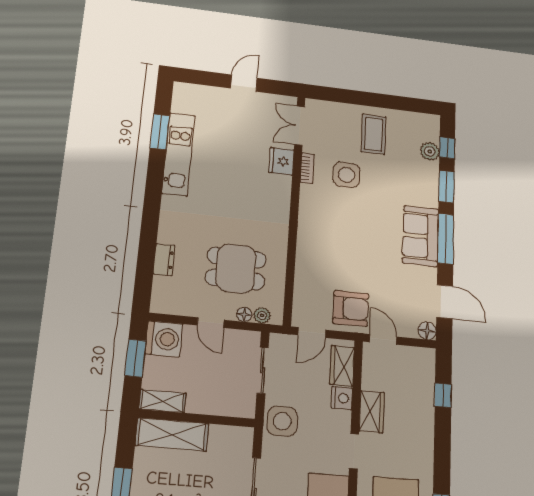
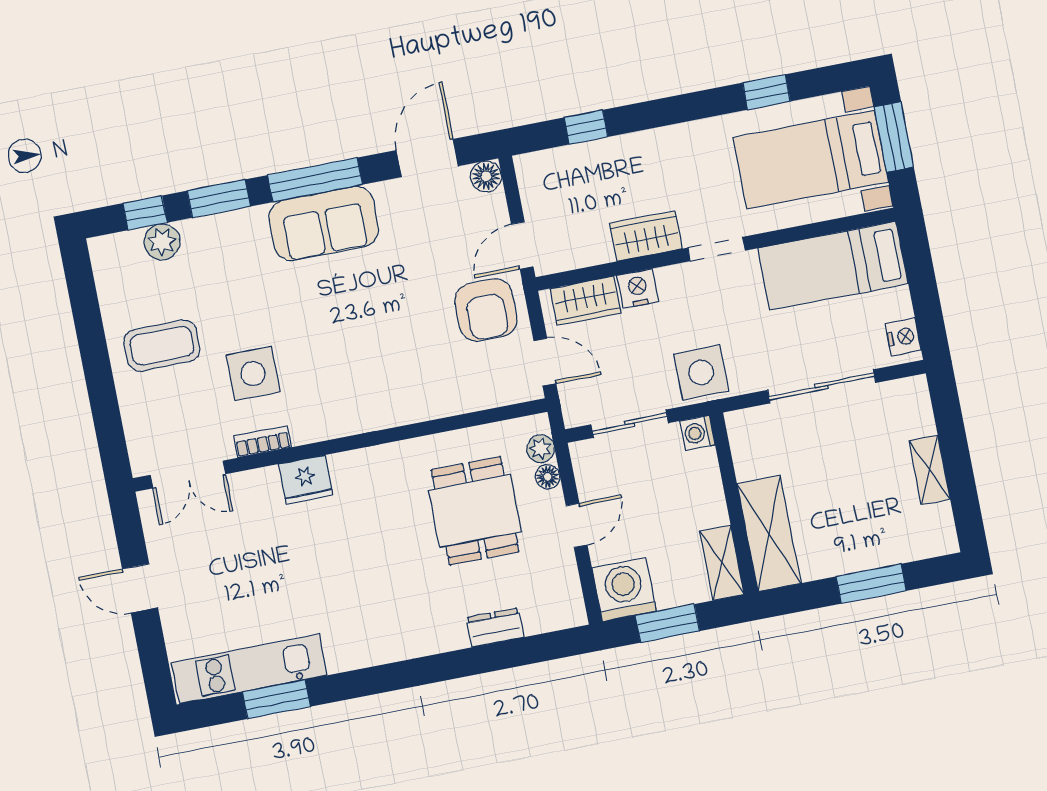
kitchen unit: (178, 154) -> (249, 669), moved
fridge: (281, 161) -> (306, 480), moved
armchair: (351, 308) -> (486, 310), turned 180
washing machine: (246, 409) -> (698, 433), added

